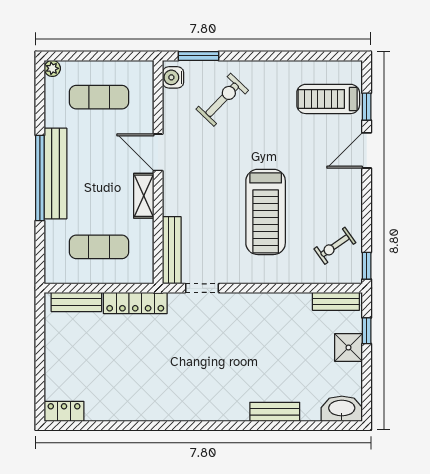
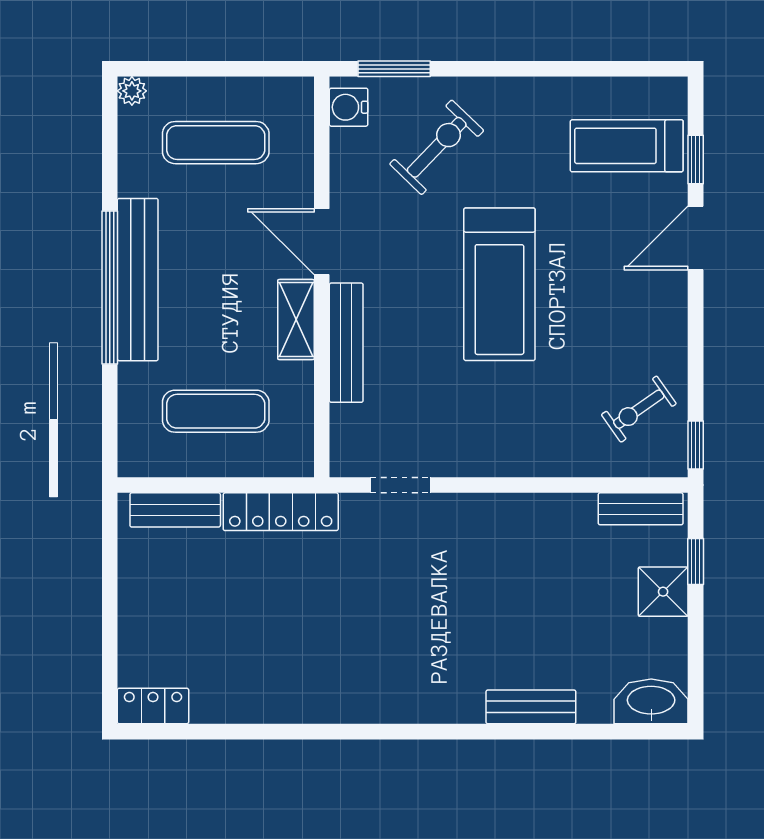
treadmill: (266, 212) -> (499, 284), moved
bench: (172, 250) -> (346, 343), moved

